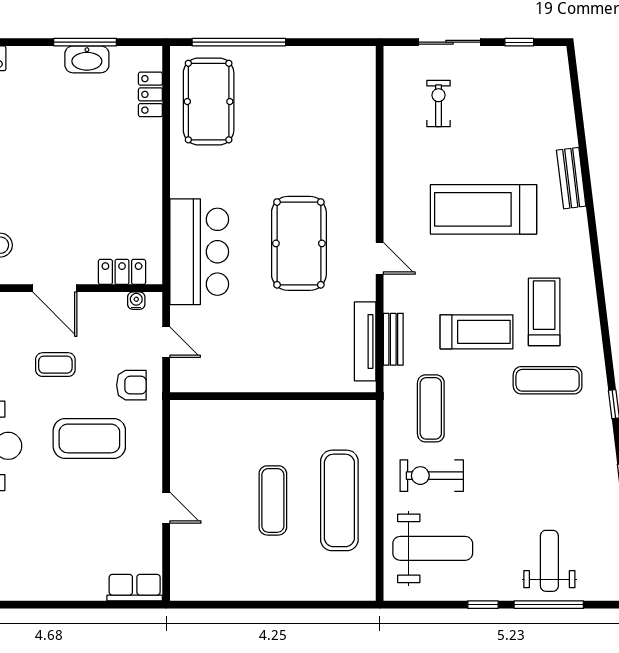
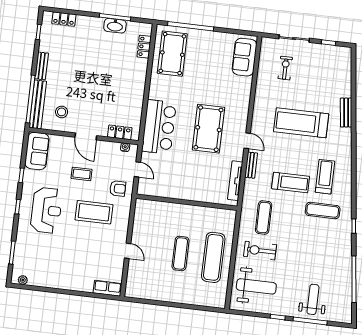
sofa: (354, 91) -> (244, 57), added
bench: (393, 339) -> (251, 165), moved

